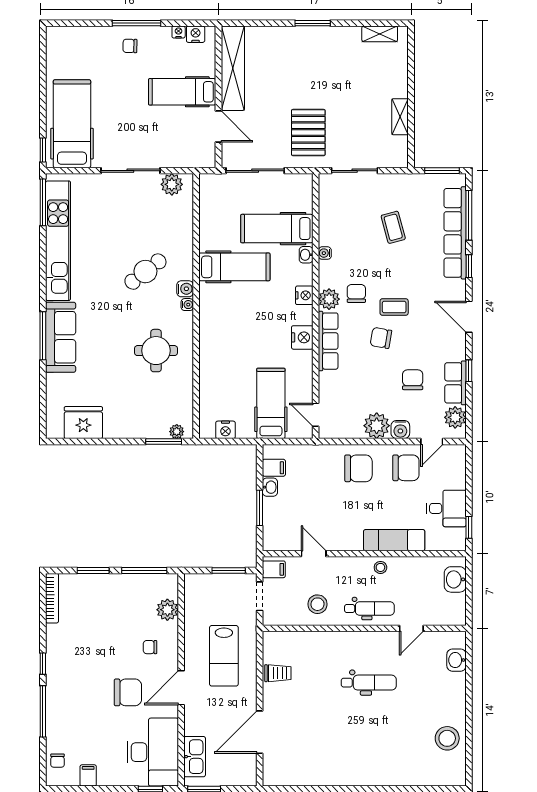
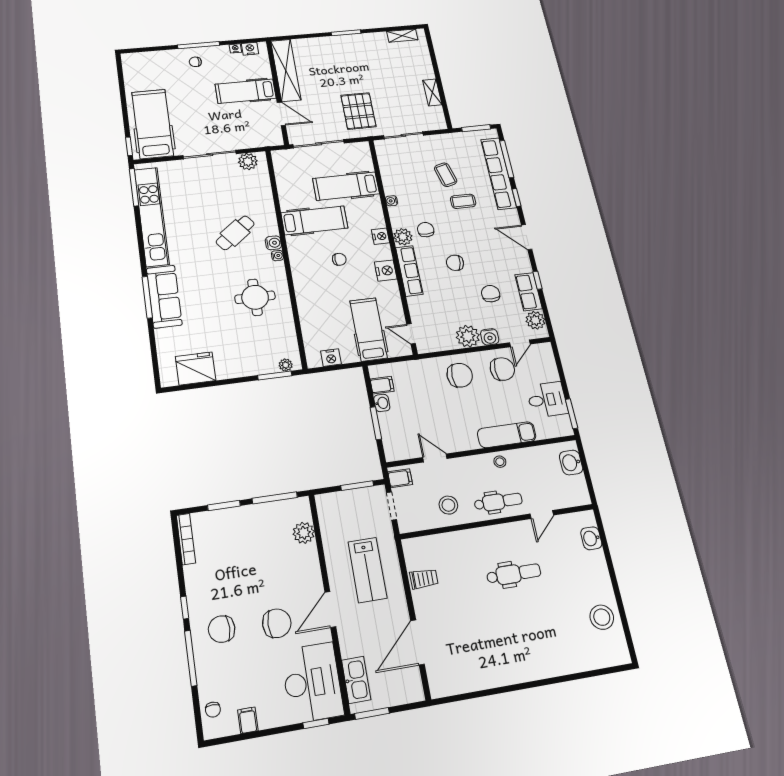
washbasin: (306, 255) -> (376, 204), removed
coffee table: (394, 307) -> (463, 201), moved
chair: (254, 318) -> (339, 259), added
window: (469, 527) -> (571, 414), width x1.50
chair: (150, 647) -> (222, 629), moved, width x1.87, depth x1.87

